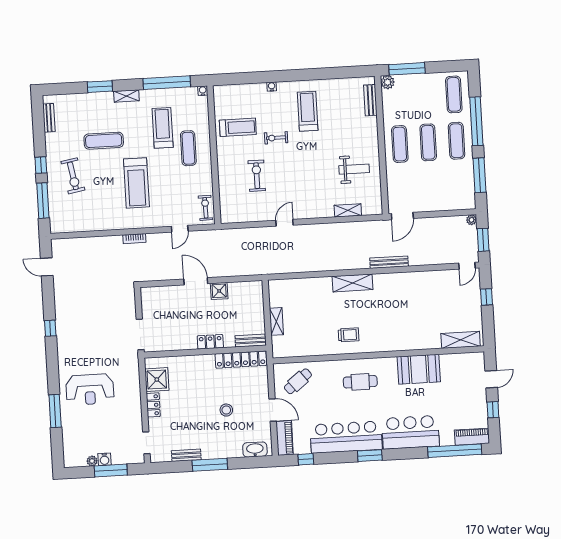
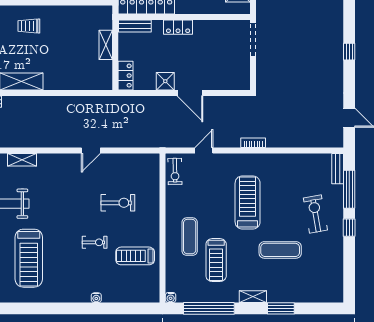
treadmill: (308, 111) -> (29, 258), moved, width x1.37, depth x1.38
bench: (49, 118) -> (338, 169), moved
exercise bike: (257, 176) -> (118, 203), turned -90
locker: (256, 294) -> (125, 76), added

